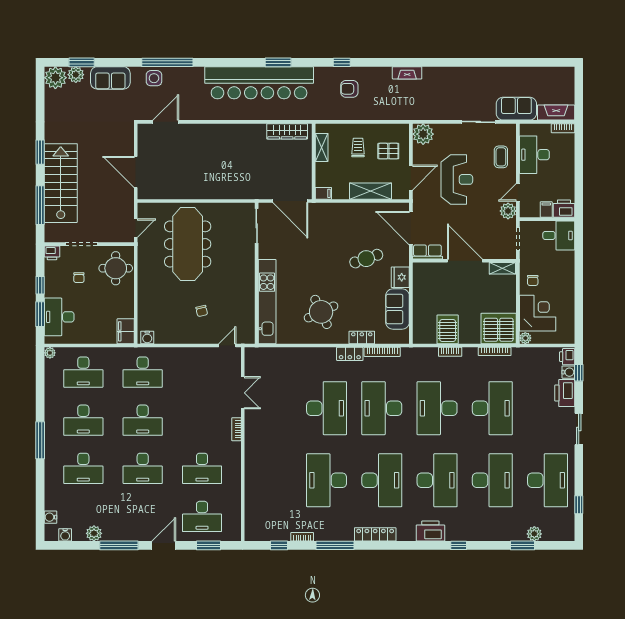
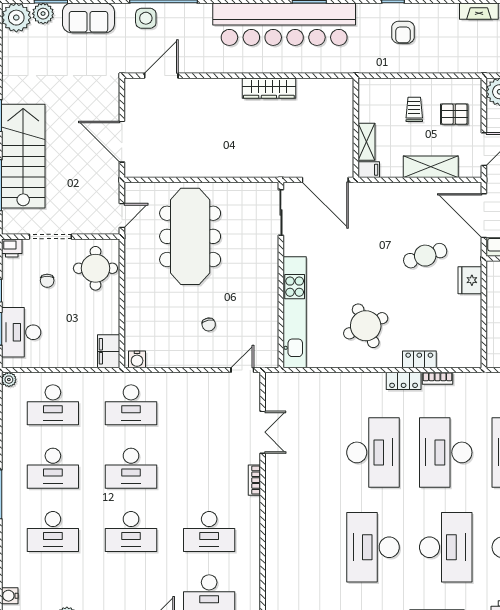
armchair: (349, 89) -> (403, 32), turned -90
wardrobe: (287, 131) -> (269, 88), moved
shelving: (322, 147) -> (366, 142), moved
sofa: (397, 309) -> (466, 322), removed
bookcase: (382, 352) -> (438, 378), width x0.64

